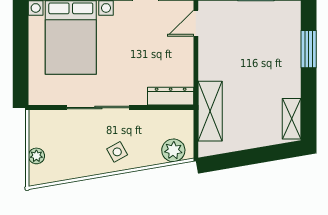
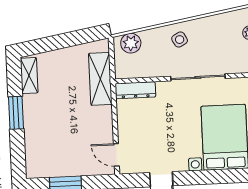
door: (196, 23) -> (116, 155), swing flipped
window: (309, 49) -> (16, 113), moved

